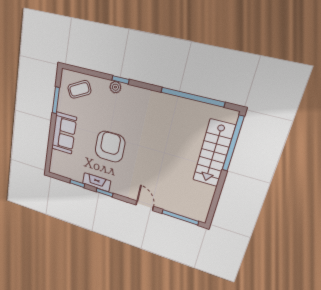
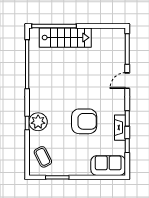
plant: (115, 87) -> (38, 122), width x1.88, depth x1.88
sofa: (64, 133) -> (108, 166), moved
armchair: (110, 147) -> (84, 121), turned 180

